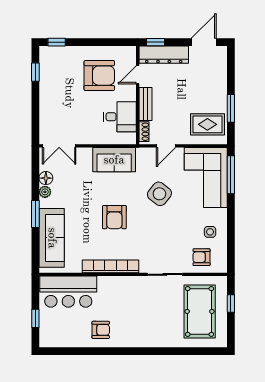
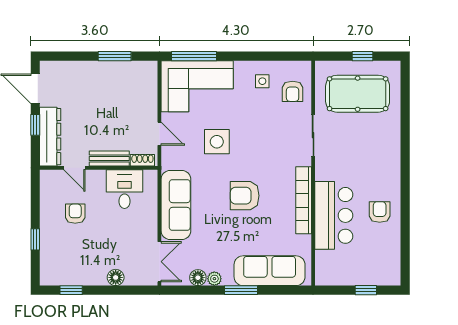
window: (57, 42) -> (35, 239), moved
window: (156, 42) -> (35, 125), moved
armchair: (99, 76) -> (75, 214), width x0.53, depth x0.53
floor lamp: (46, 109) -> (116, 277), added
rug: (207, 124) -> (134, 84), removed
sofa: (114, 160) -> (176, 205), width x1.36
side table: (159, 194) -> (217, 142), turned -38
armchair: (114, 217) -> (245, 196), turned 180
bar counter: (68, 292) -> (334, 215), moved
window: (231, 304) -> (363, 56), moved

